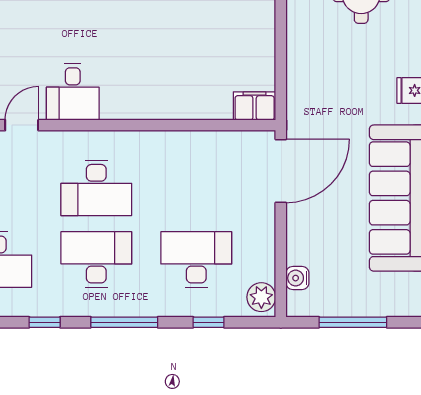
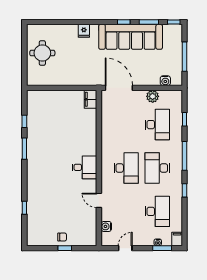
desk: (73, 92) -> (84, 167), moved
desk: (196, 260) -> (157, 125), turned 180
plant: (261, 297) -> (153, 96), moved

